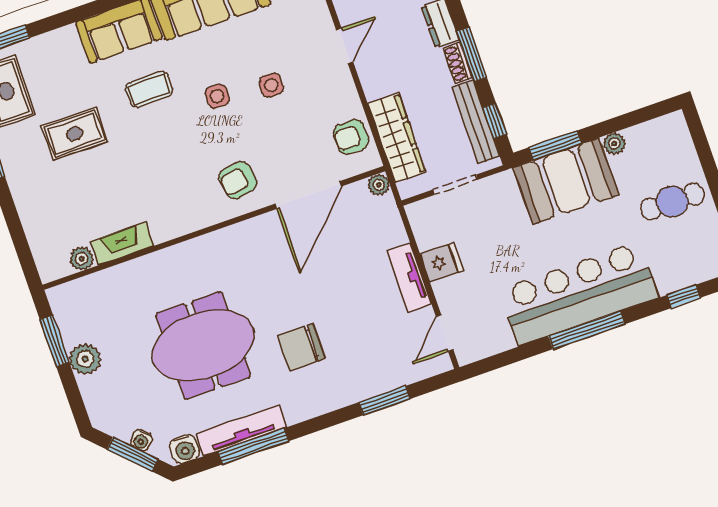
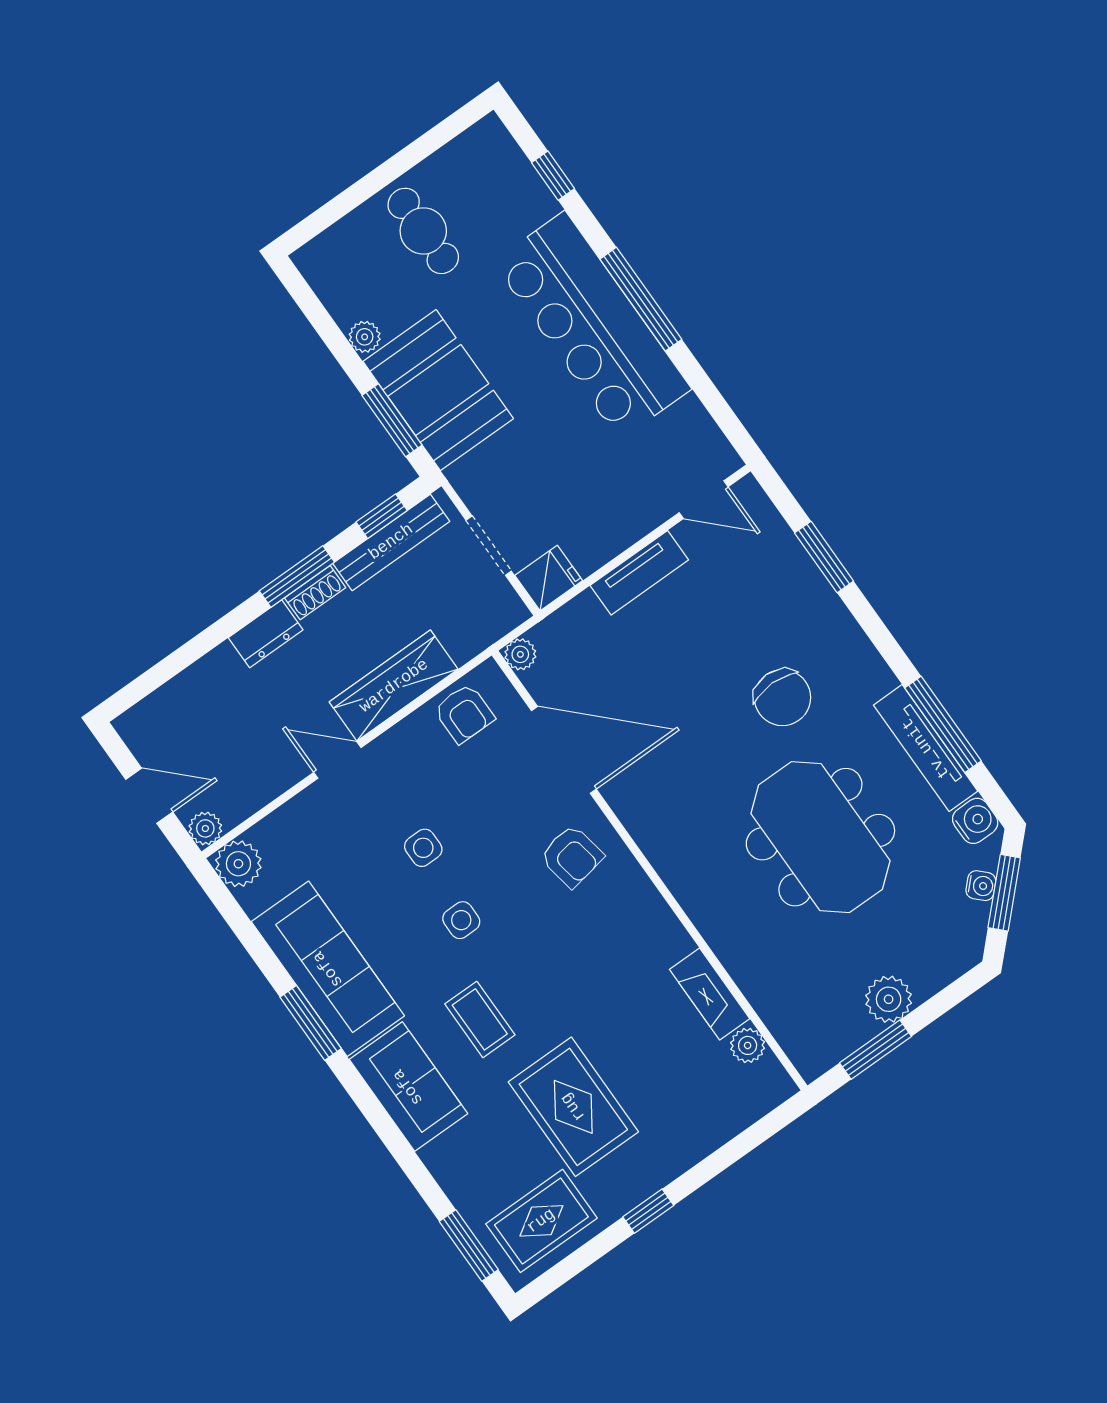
rug: (75, 134) -> (573, 1107), width x1.36, depth x1.43
wardrobe: (397, 138) -> (394, 686), moved
fridge: (442, 262) -> (549, 578), moved, turned 90

